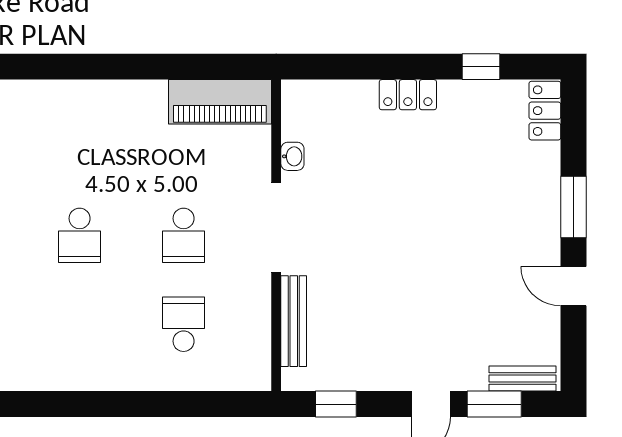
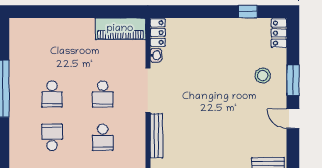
locker: (408, 95) -> (158, 33), moved, turned -90
stool: (511, 197) -> (263, 75), added
school desk: (80, 324) -> (52, 137), added
school desk: (184, 324) -> (103, 137), turned 180

